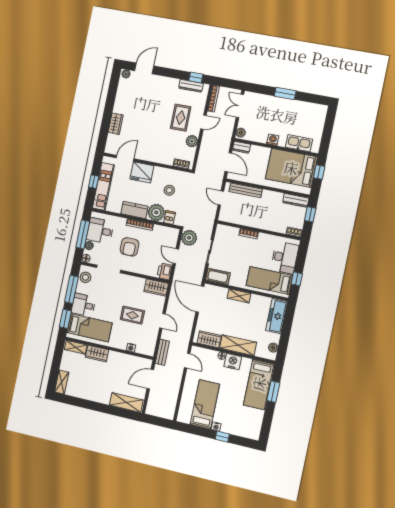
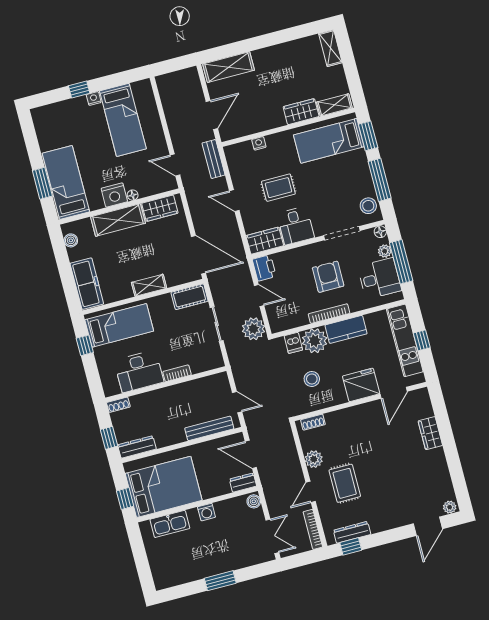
desk: (285, 258) -> (139, 371), moved, turned -90
desk: (83, 305) -> (296, 226), moved, turned 90

